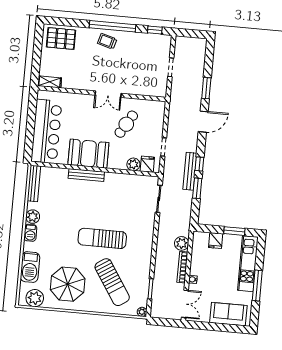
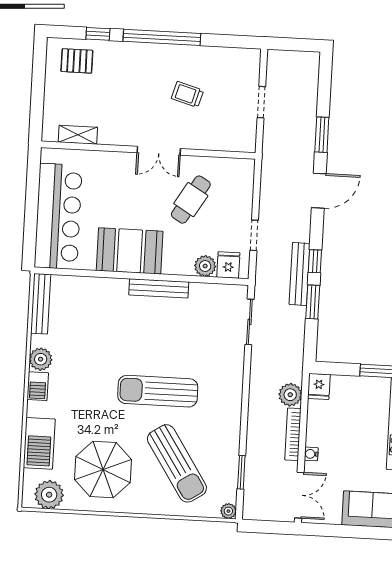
window: (155, 30) -> (98, 34), moved
pallet: (61, 39) -> (77, 61), width x0.67, depth x0.71
trolley: (107, 41) -> (187, 95), moved
shelving: (50, 82) -> (78, 135), moved
bench: (86, 175) -> (159, 288), moved
fridge: (216, 241) -> (319, 386), moved

